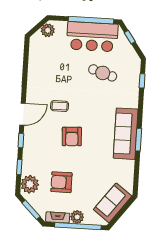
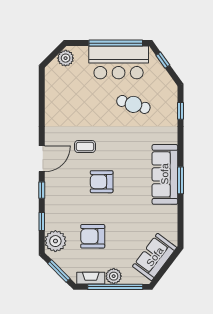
armchair: (72, 136) -> (102, 182), turned 93

